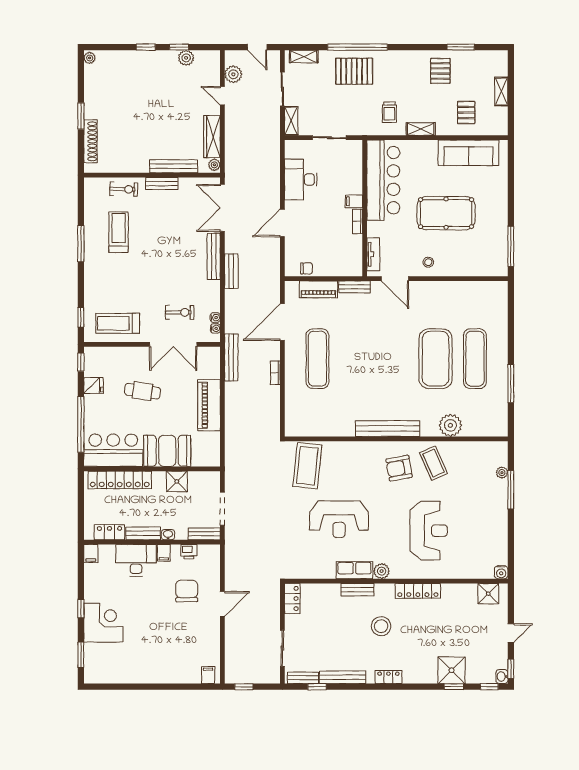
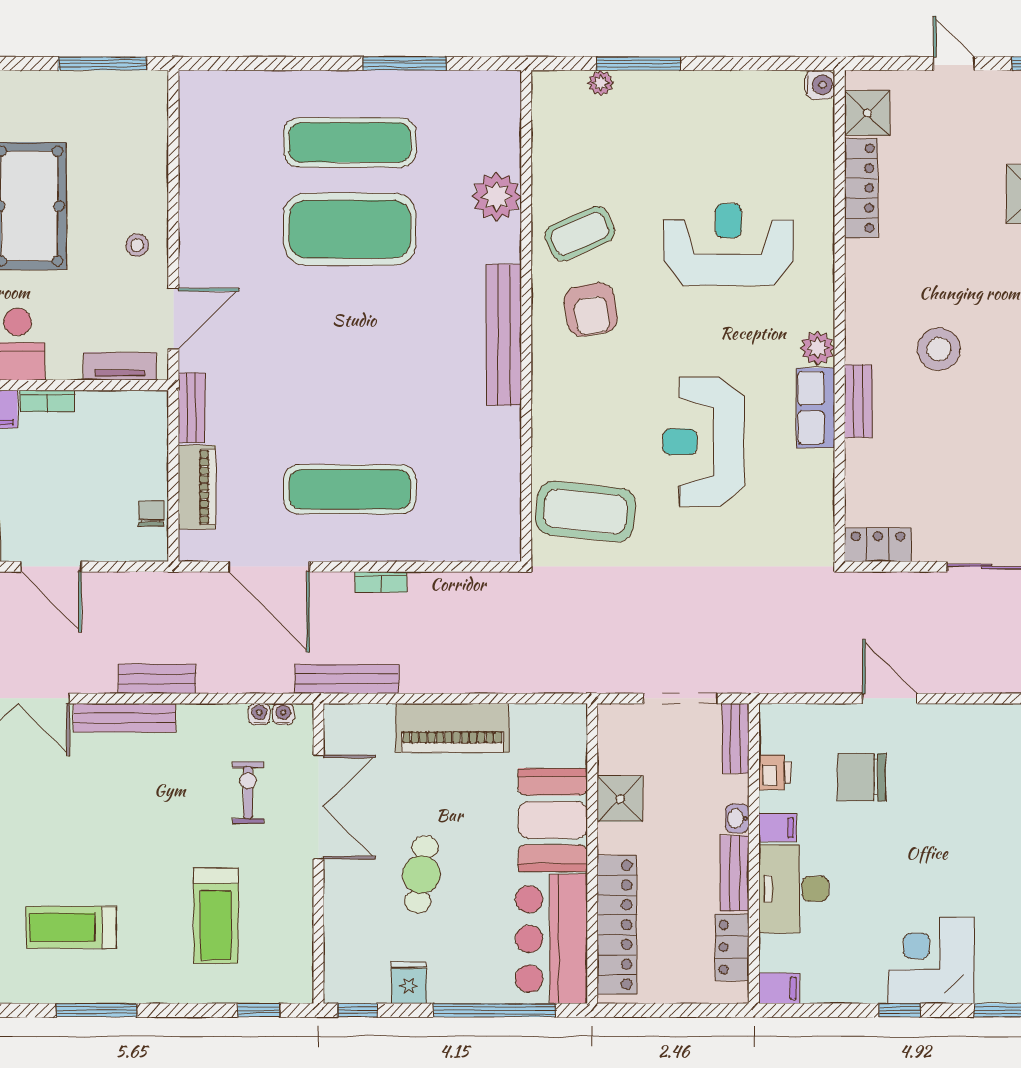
treadmill: (118, 323) -> (216, 916), moved
reception desk: (339, 519) -> (703, 442), turned 180
locker: (418, 591) -> (861, 188), moved

